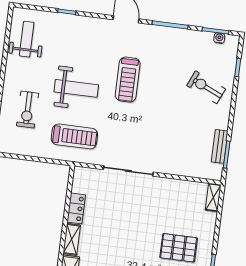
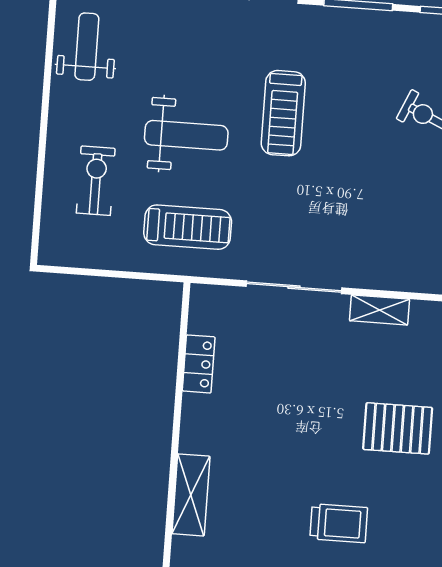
exercise bike: (28, 110) -> (96, 181), turned 180
shelving: (72, 239) -> (379, 310), moved, turned 90

